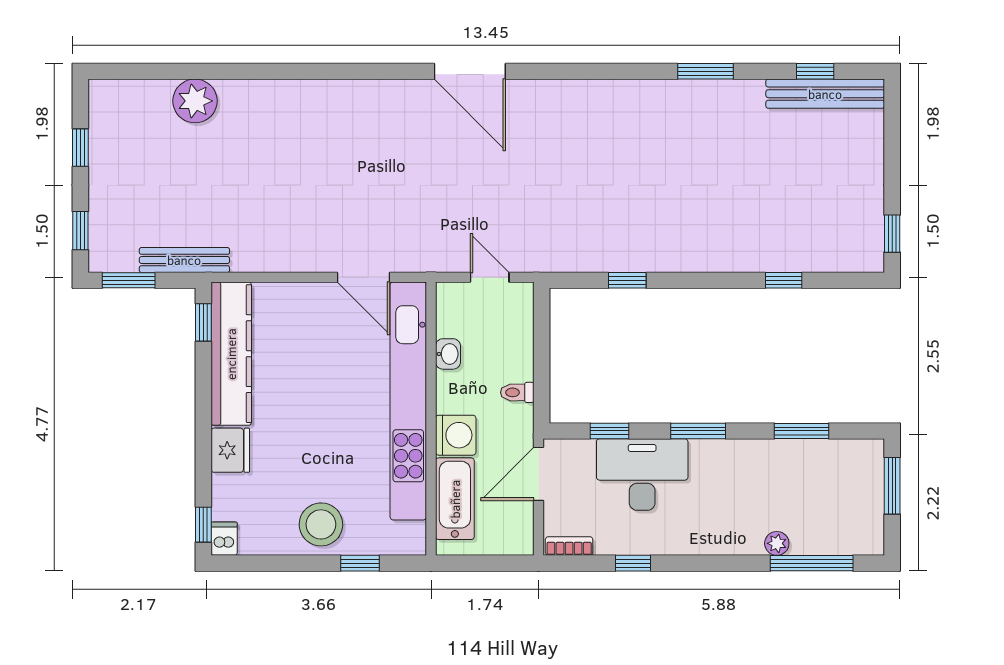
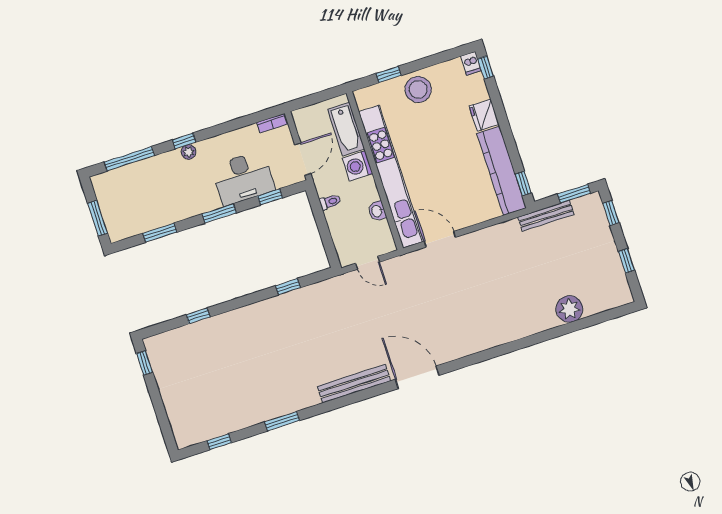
bench: (825, 94) -> (354, 384), moved
plant: (777, 543) -> (189, 152), moved
window: (633, 563) -> (184, 141), moved

